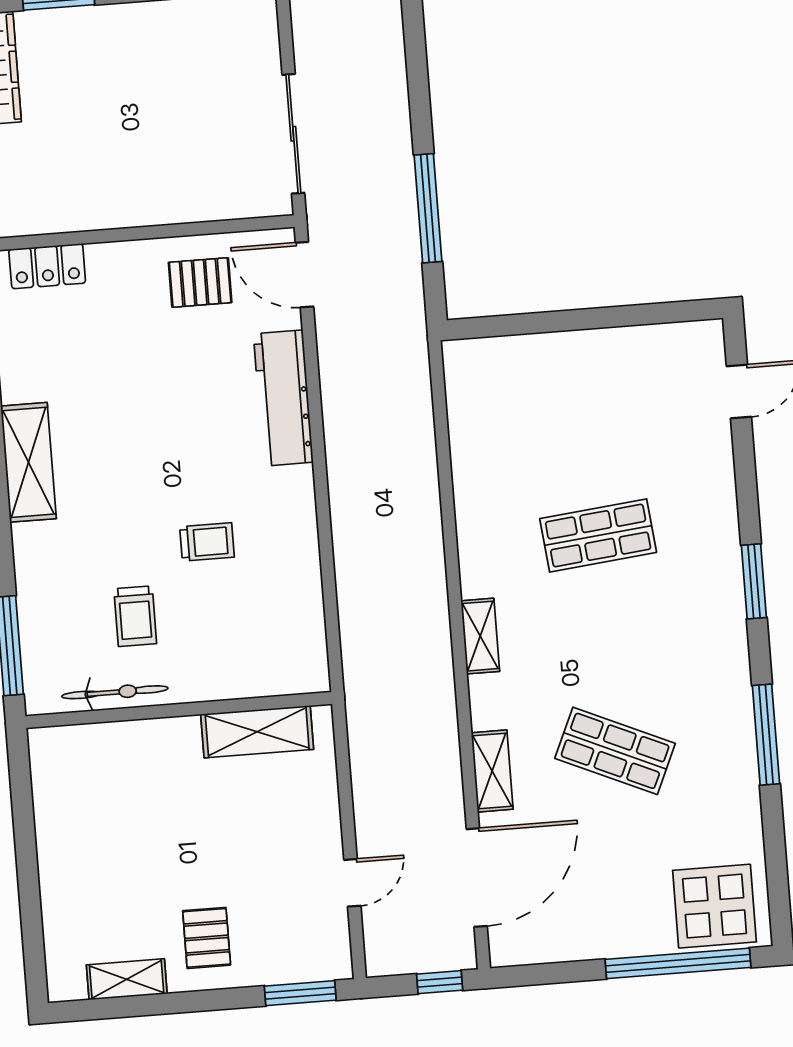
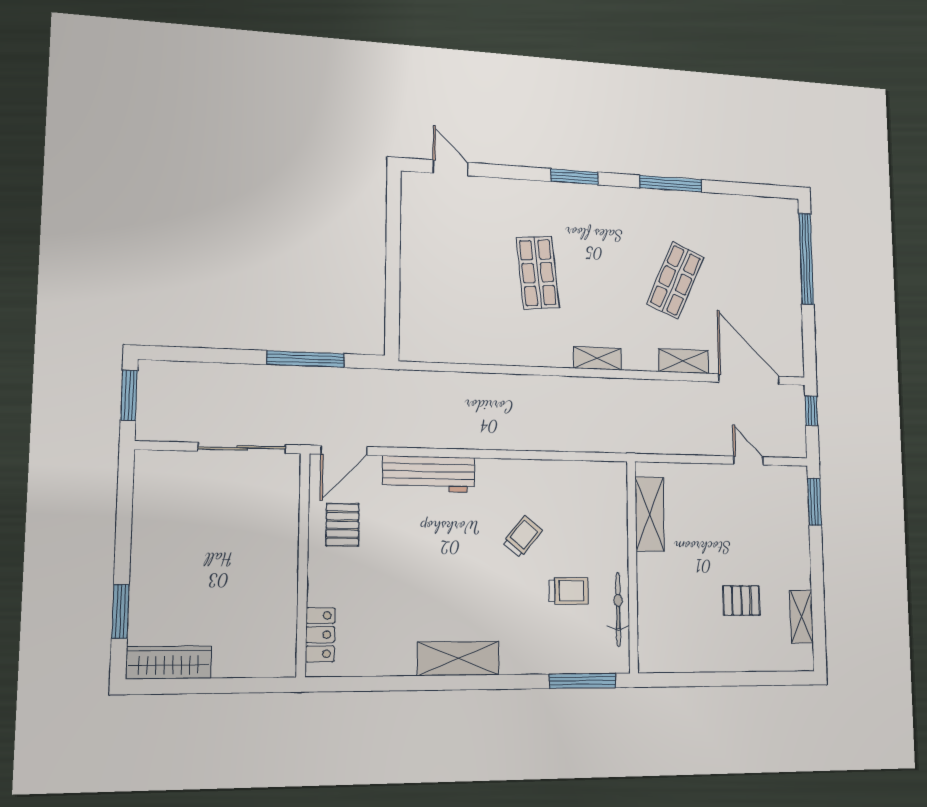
trolley: (207, 542) -> (523, 537), turned 40
display table: (715, 906) -> (773, 231), removed
pallet: (207, 938) -> (741, 601), moved

